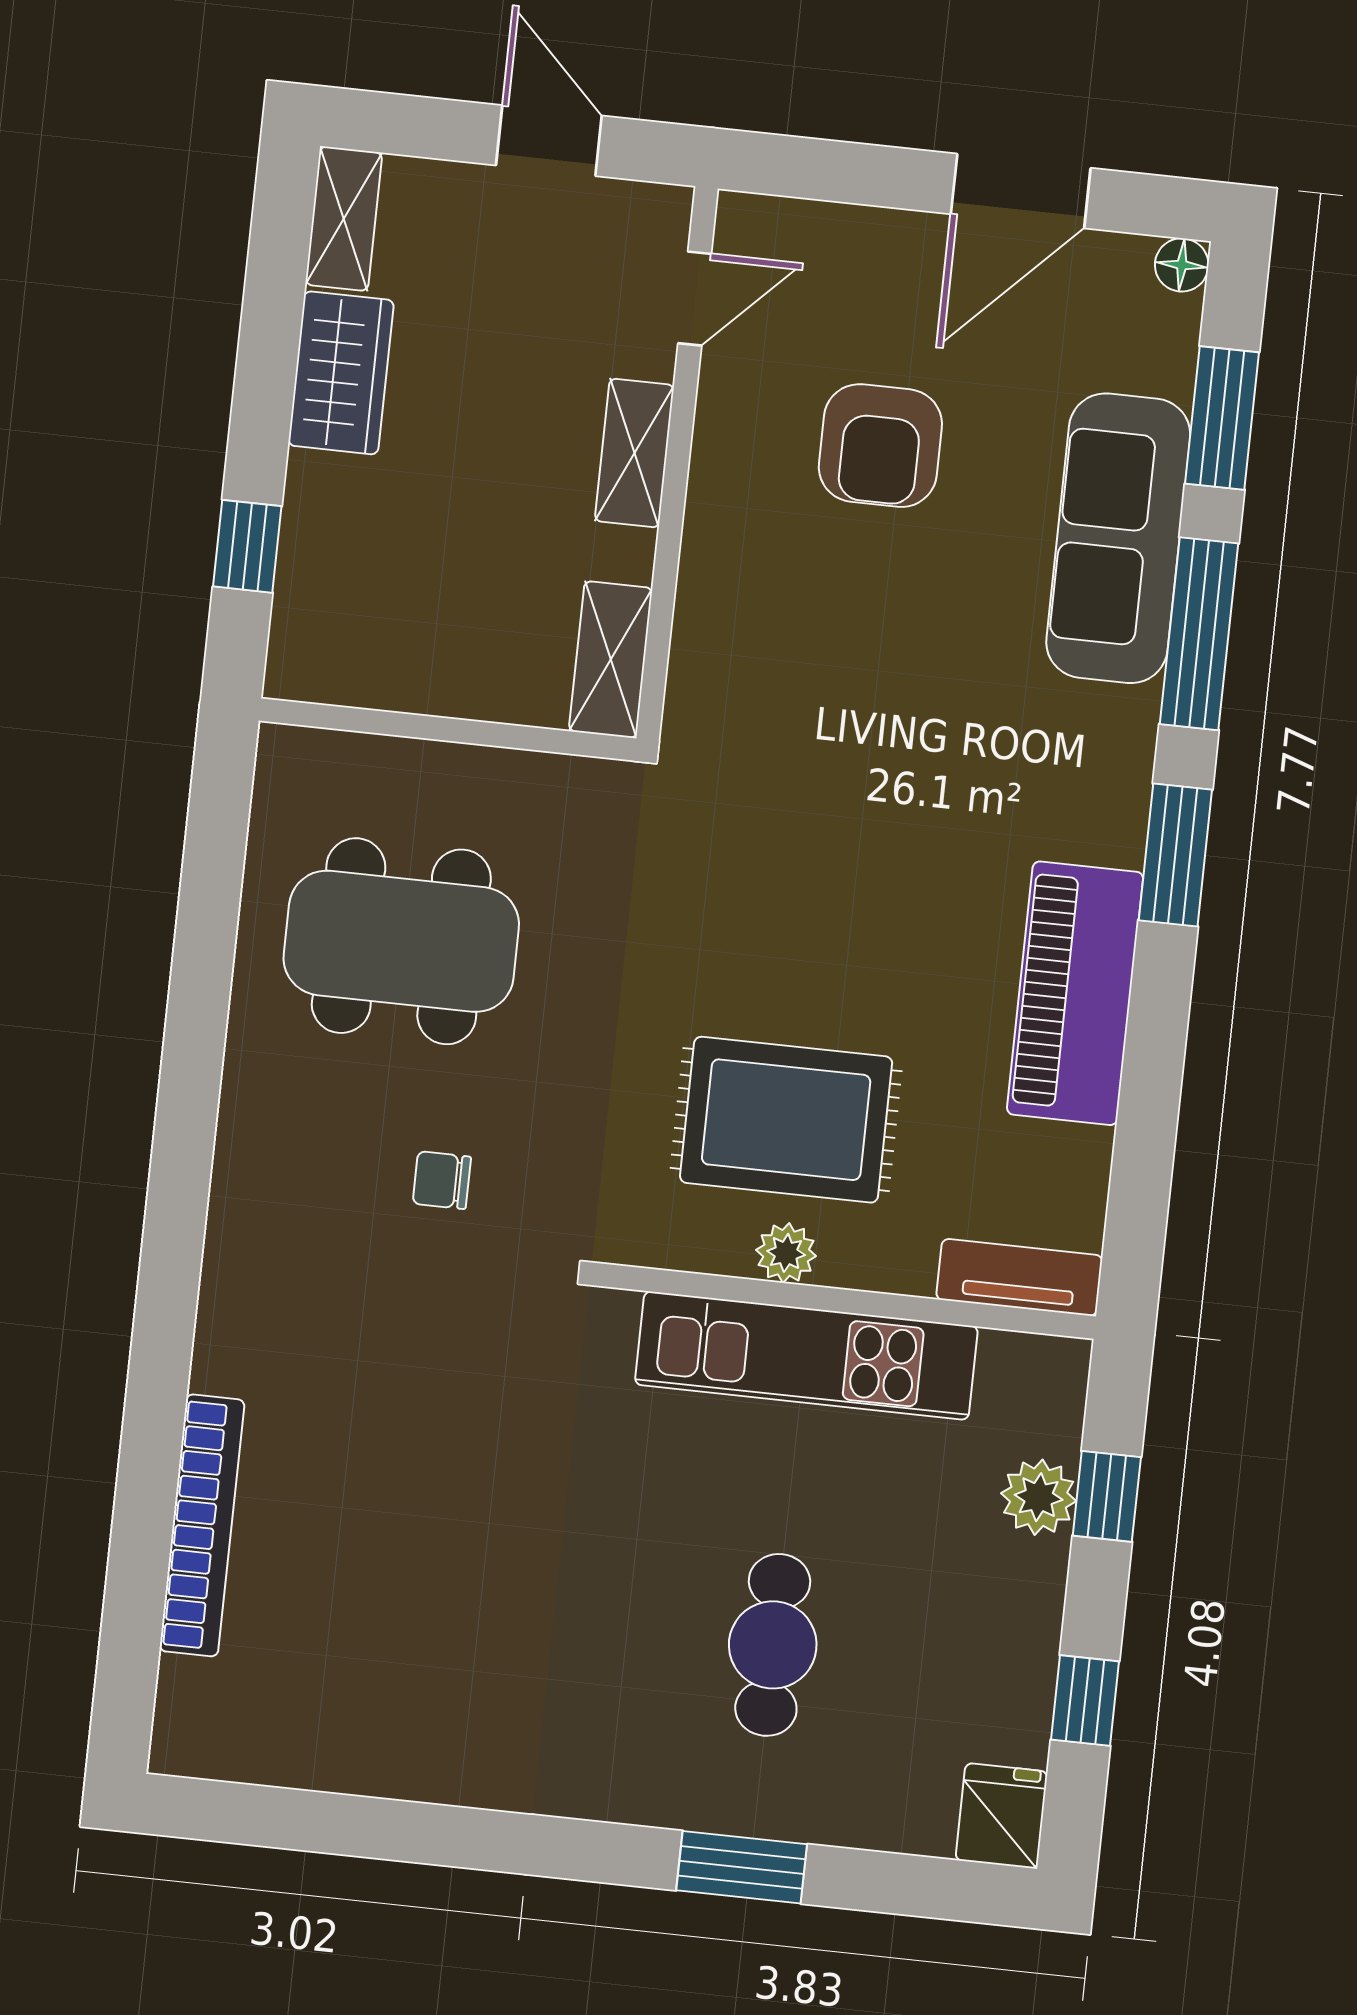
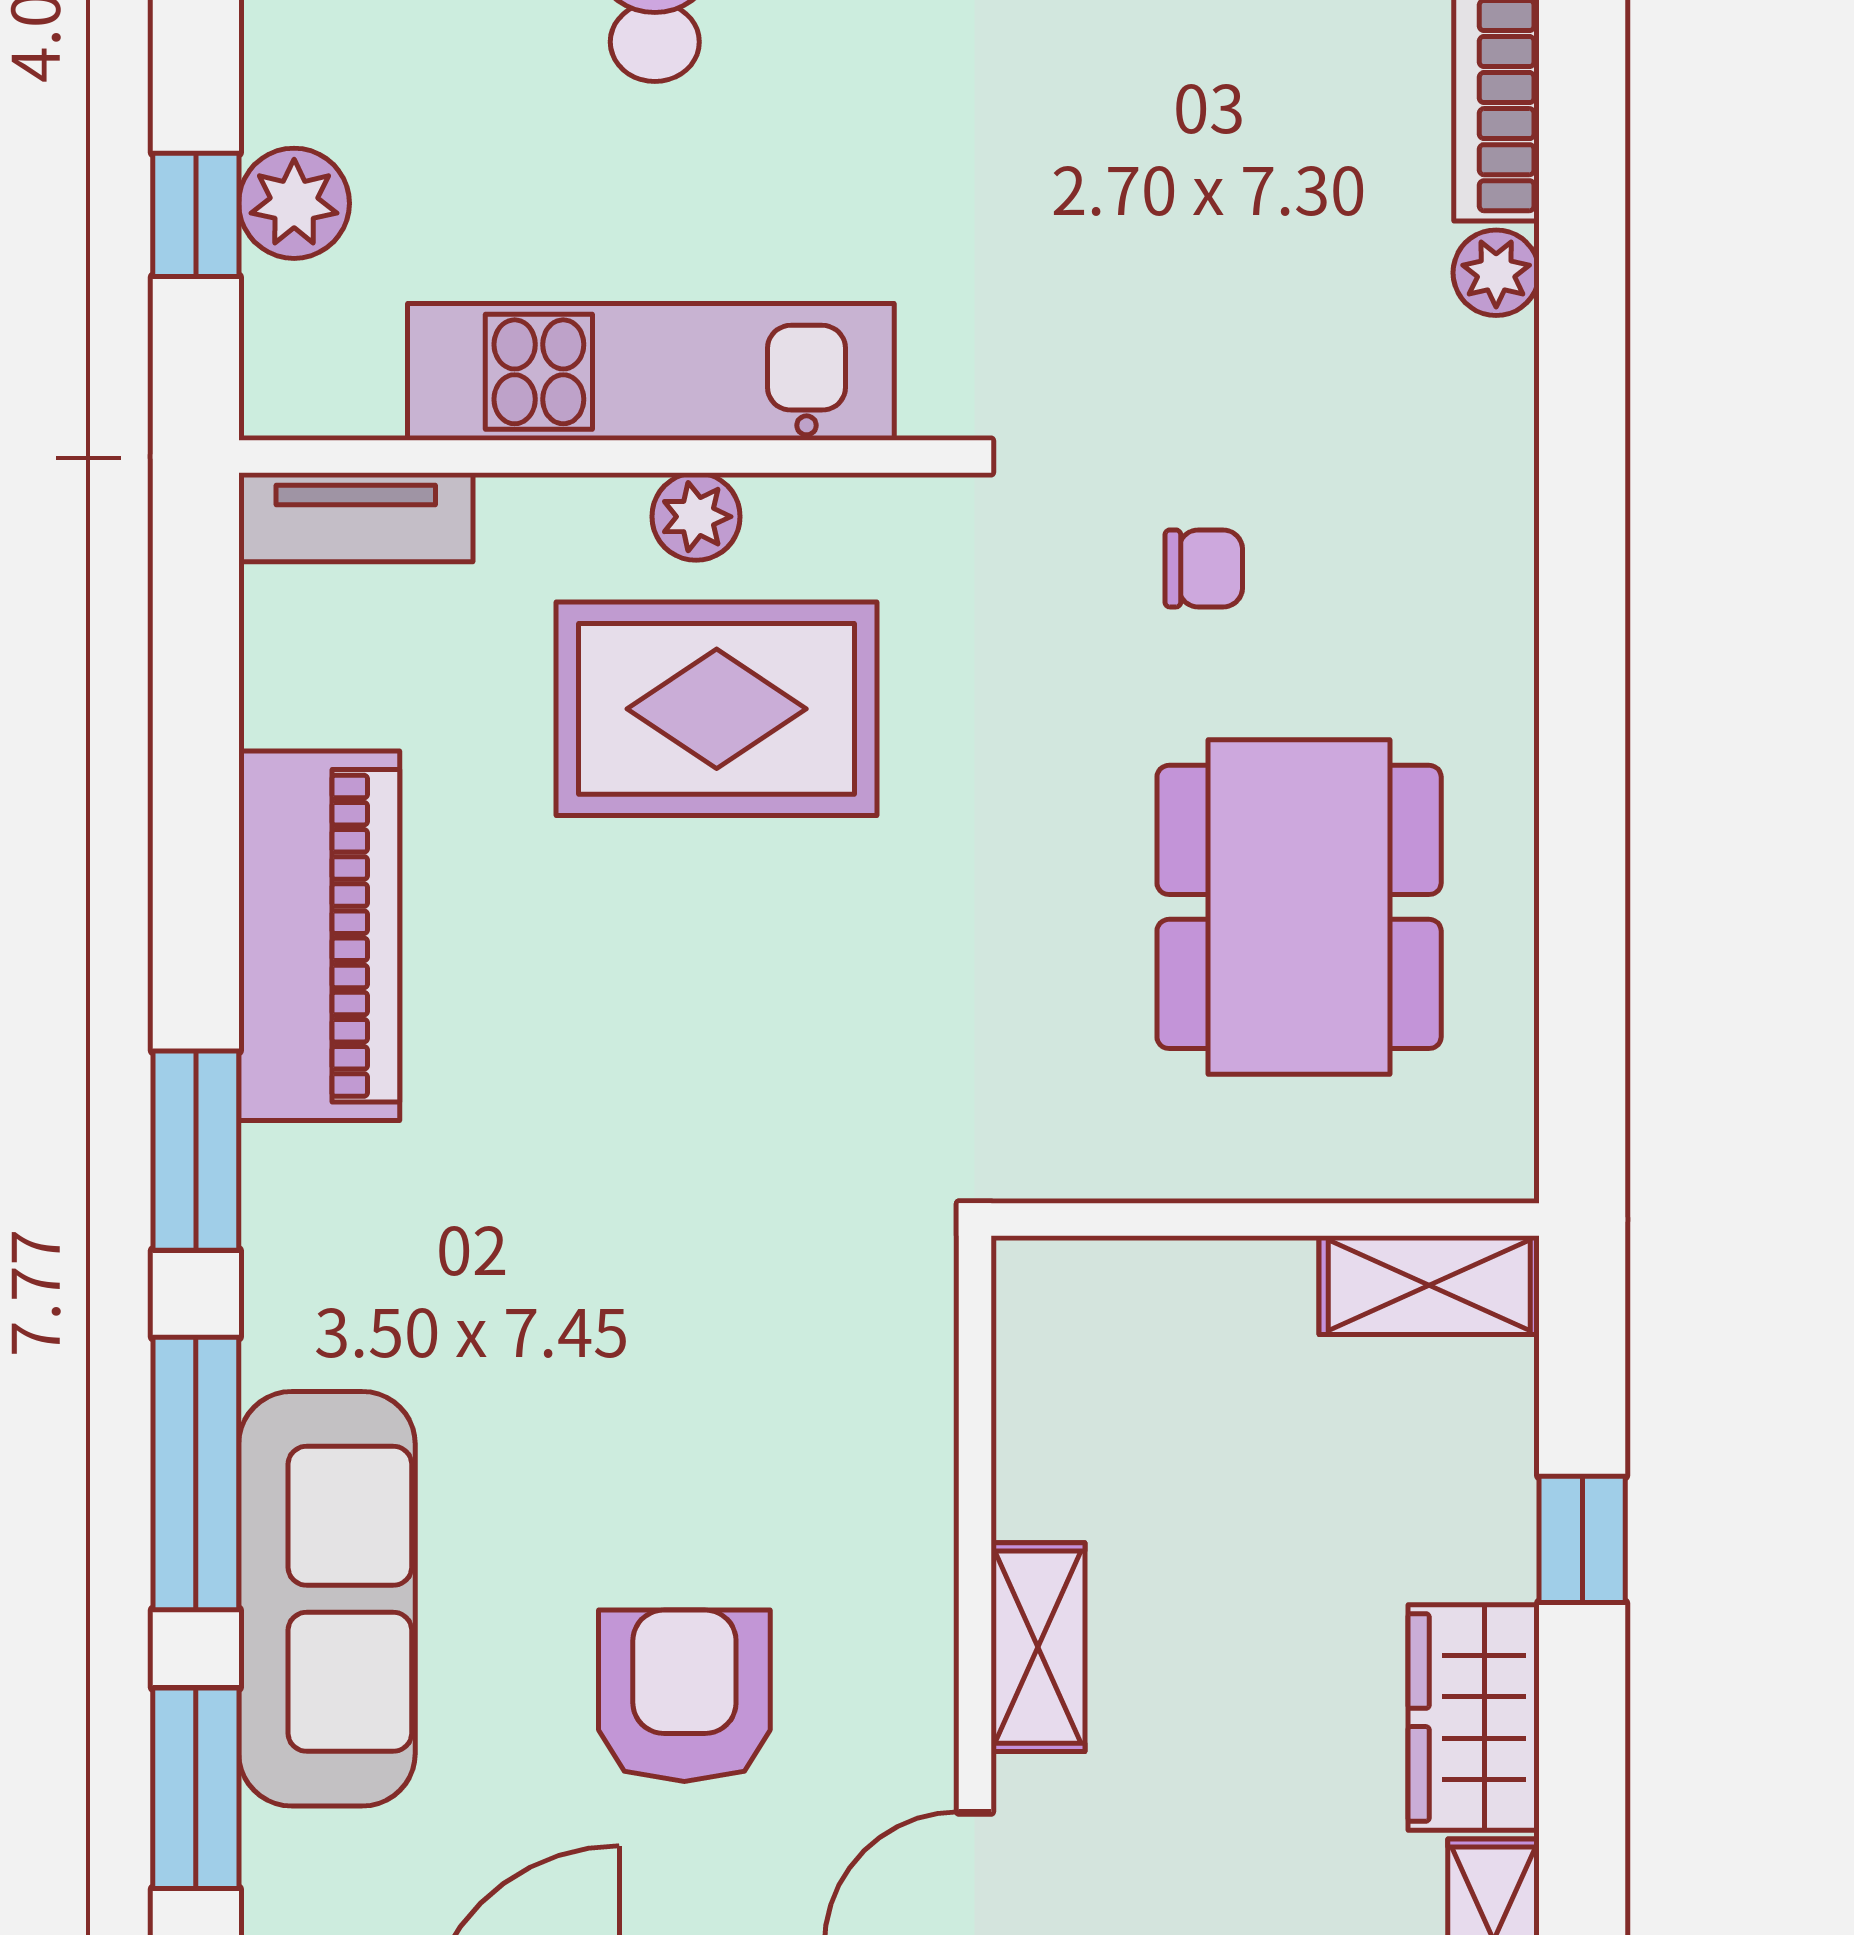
window: (247, 546) -> (1582, 1539), moved
shelving: (611, 660) -> (1429, 1285), moved, turned 90
dining table: (401, 941) -> (1299, 907), turned 90
plant: (220, 1361) -> (1496, 273), added

